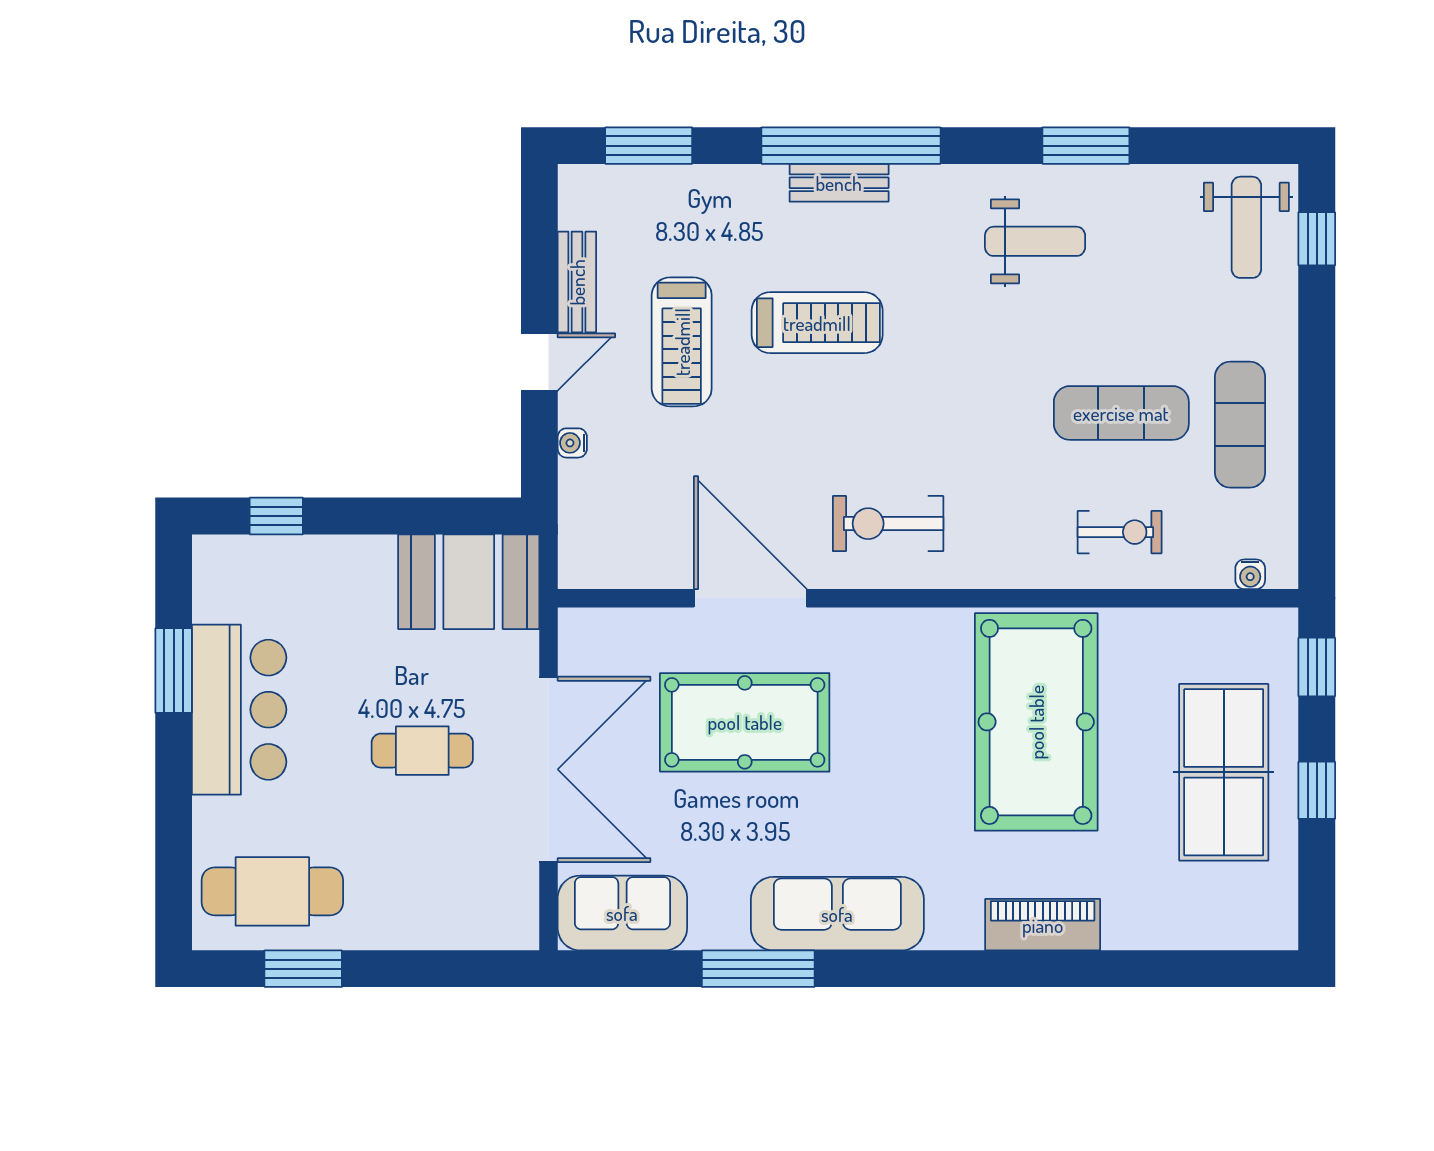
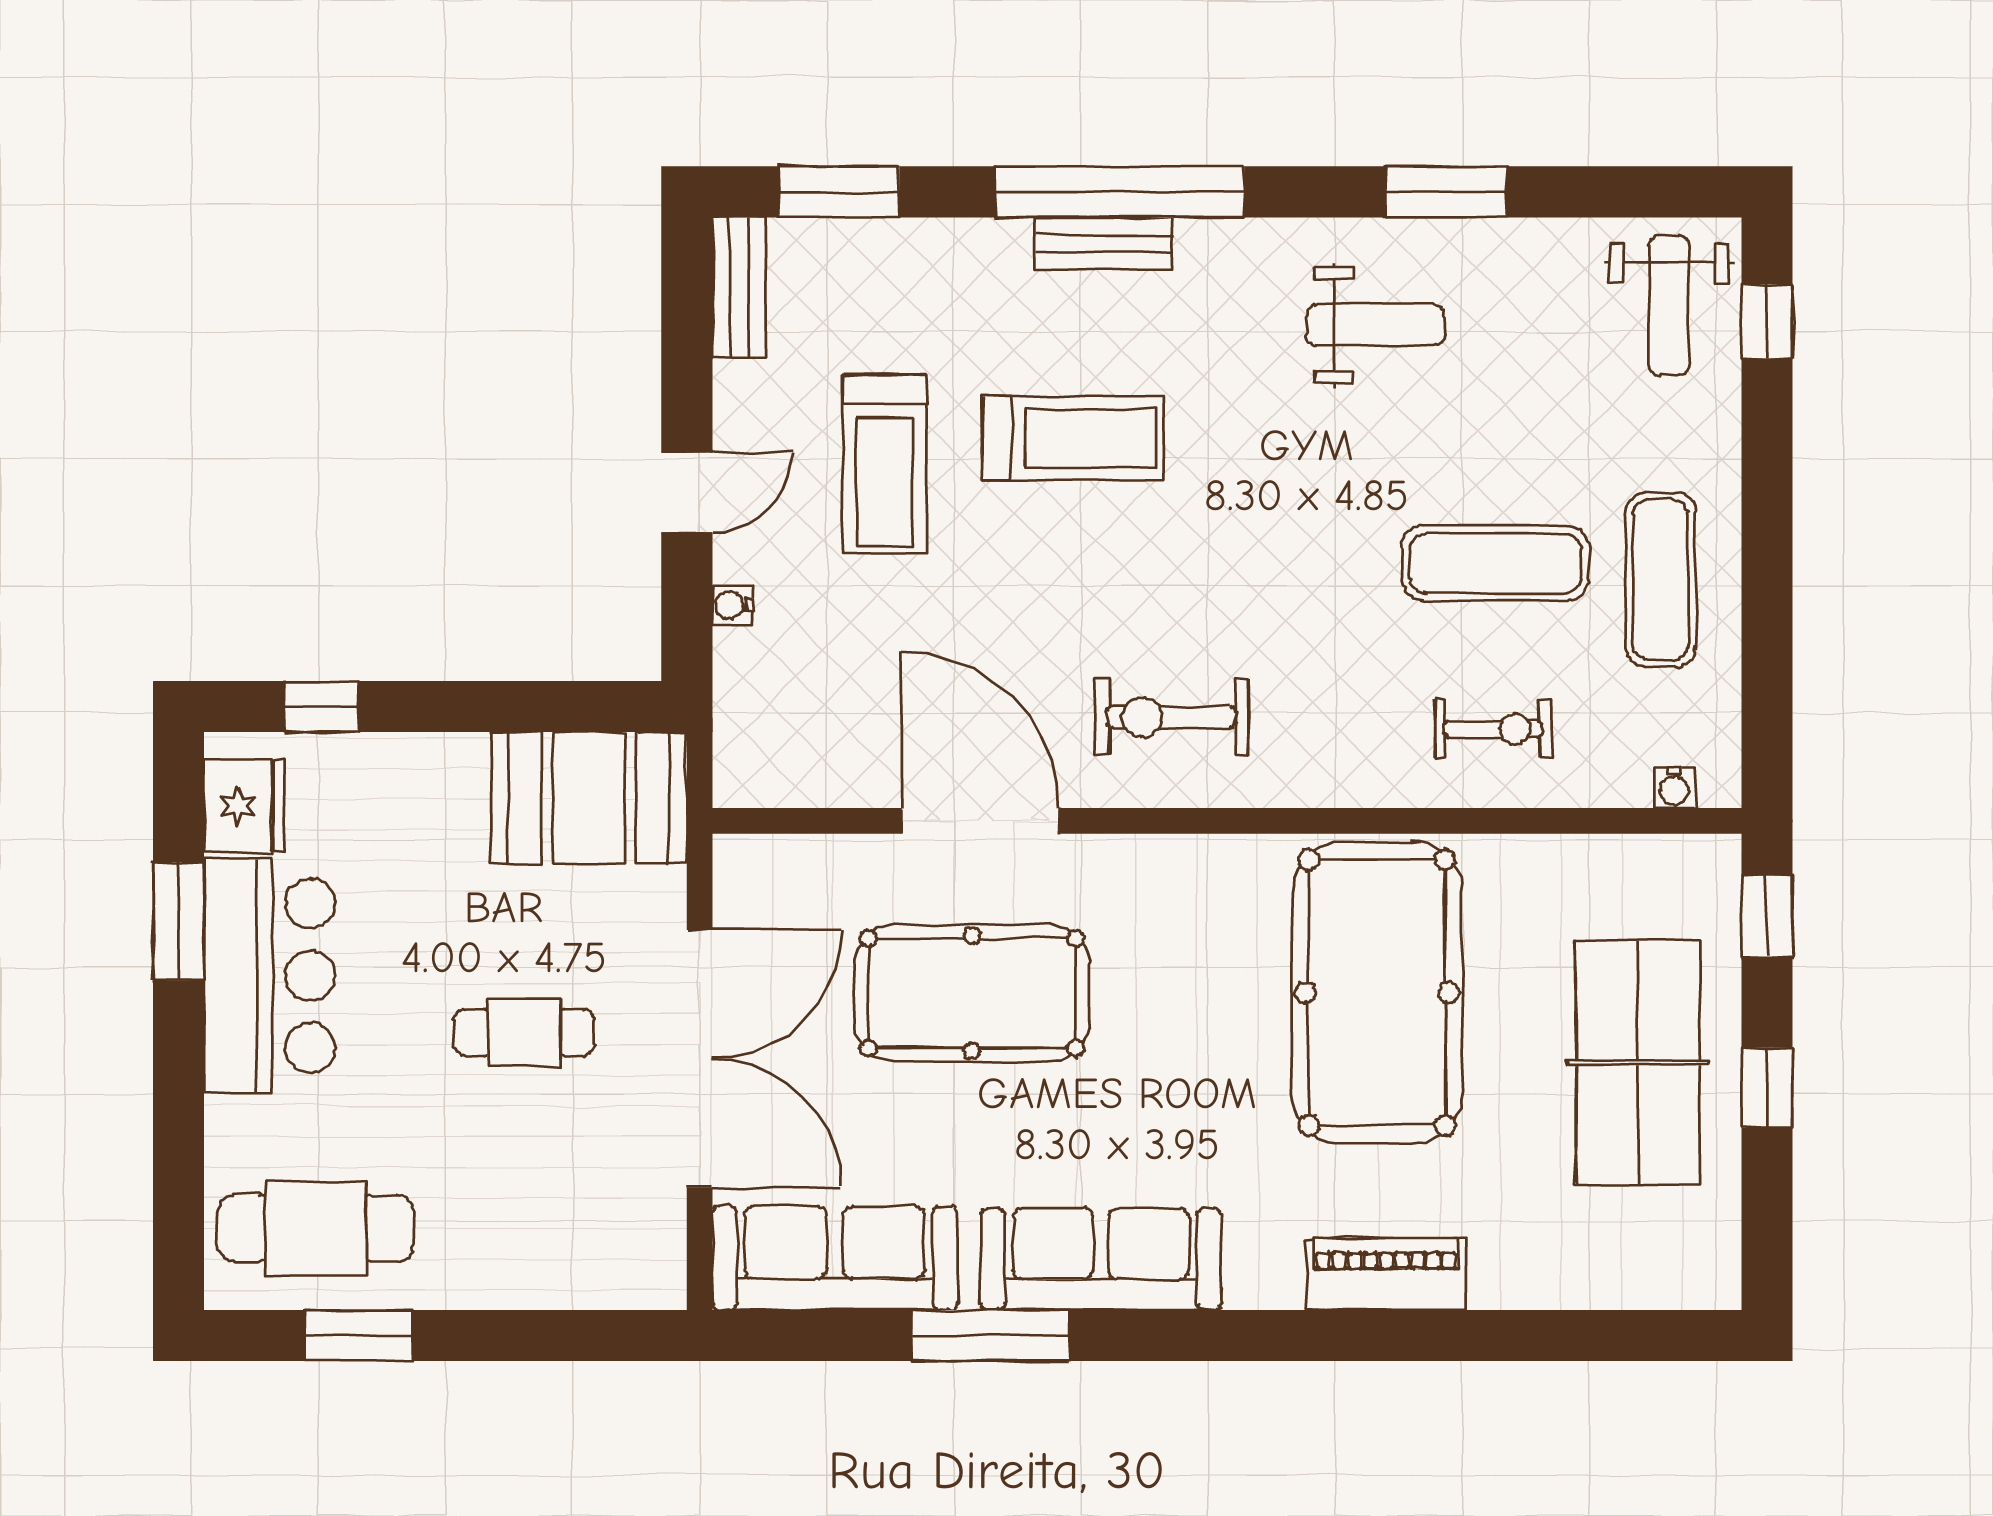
bench: (577, 282) -> (739, 287), moved
fridge: (221, 588) -> (244, 806), added
sofa: (622, 913) -> (835, 1258), width x1.36

